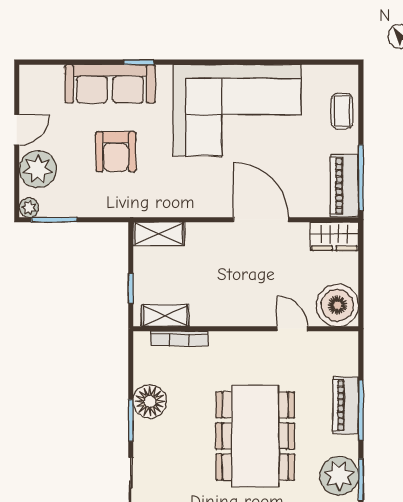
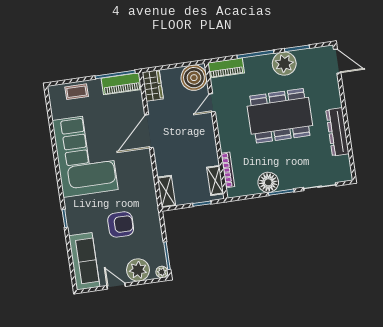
sofa: (110, 84) -> (84, 261), moved
piano: (346, 405) -> (226, 68), moved
plant: (339, 476) -> (284, 64), moved

